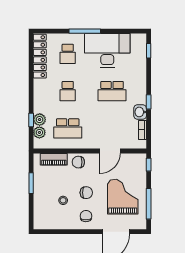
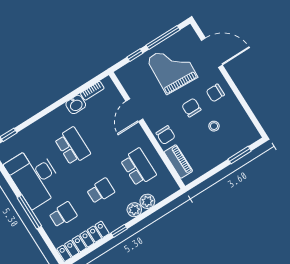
window: (149, 102) -> (60, 102), removed
window: (31, 120) -> (119, 231), moved
plant: (39, 132) -> (134, 210), moved
door: (110, 151) -> (134, 110), swing flipped
window: (149, 165) -> (135, 55), moved
window: (31, 183) -> (240, 155), moved
grand piano: (123, 197) -> (172, 68), turned 93

